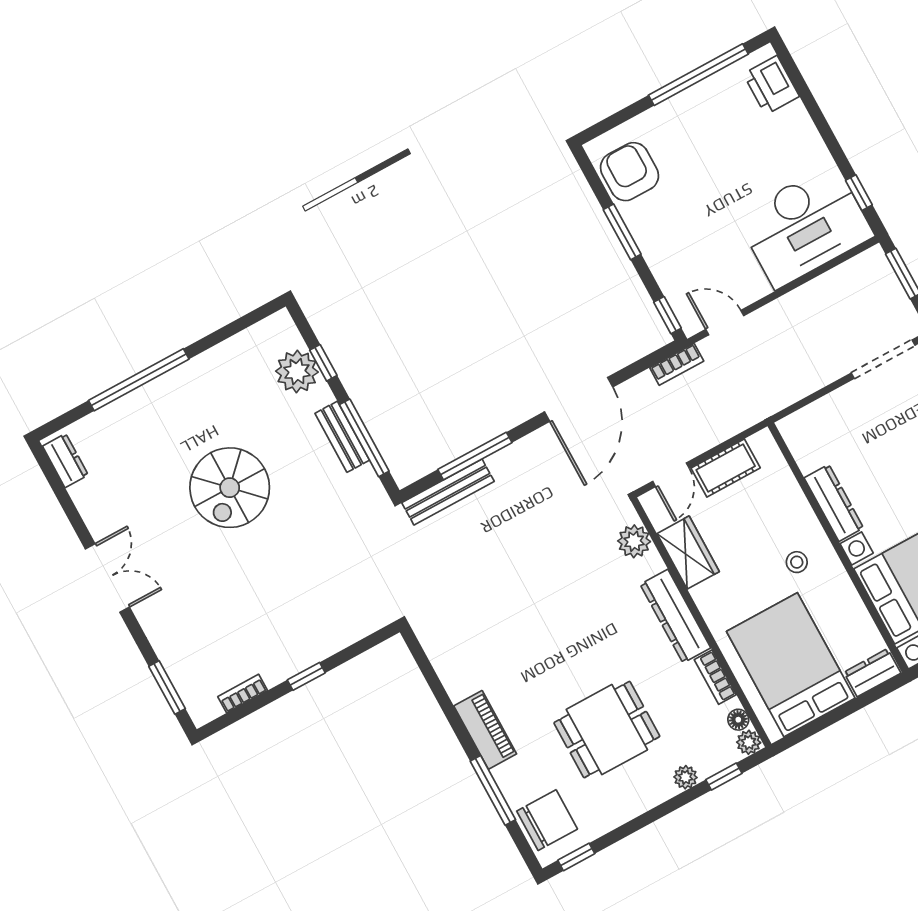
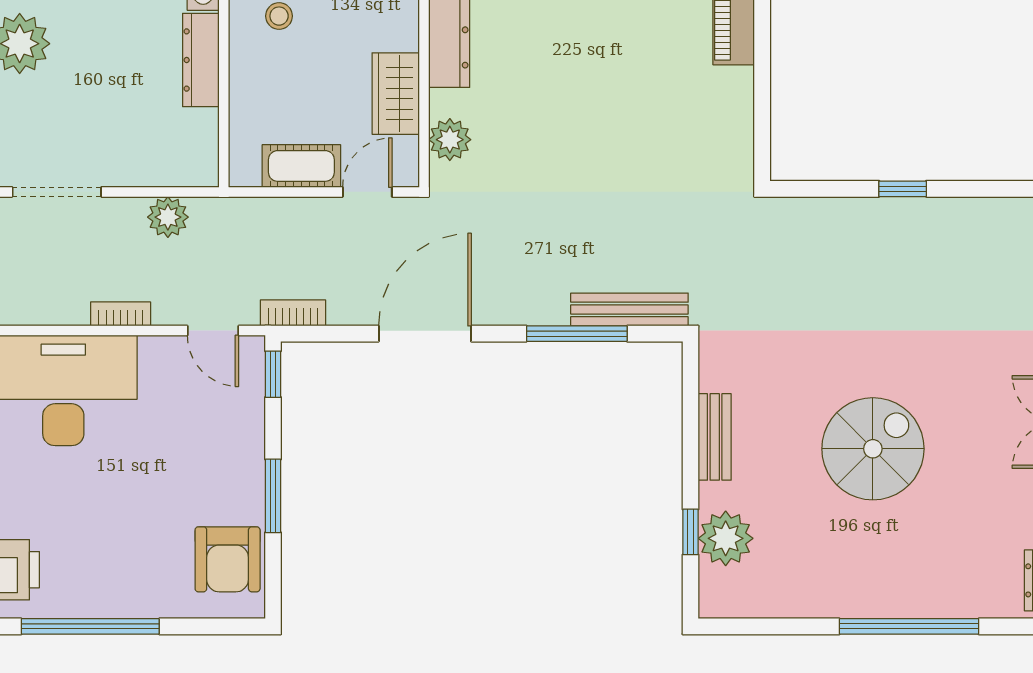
plant: (798, 383) -> (168, 217), added
window: (364, 438) -> (691, 422), removed
bookcase: (243, 694) -> (121, 314), moved, turned 180

